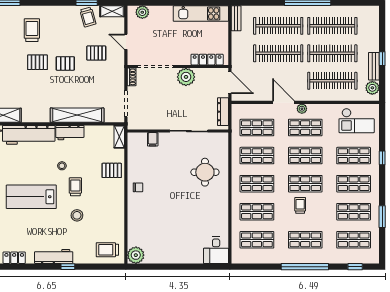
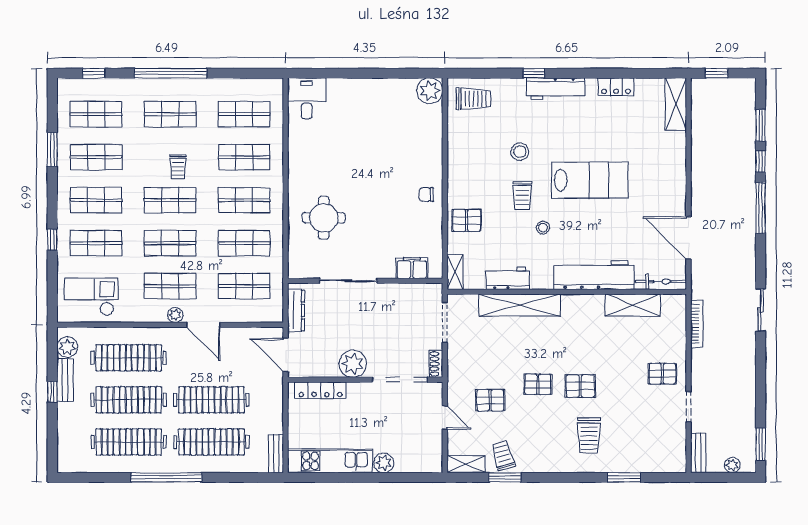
plant: (142, 12) -> (384, 463), moved
workbench: (70, 133) -> (508, 278), moved
filing cabinet: (153, 139) -> (412, 268), width x2.00

